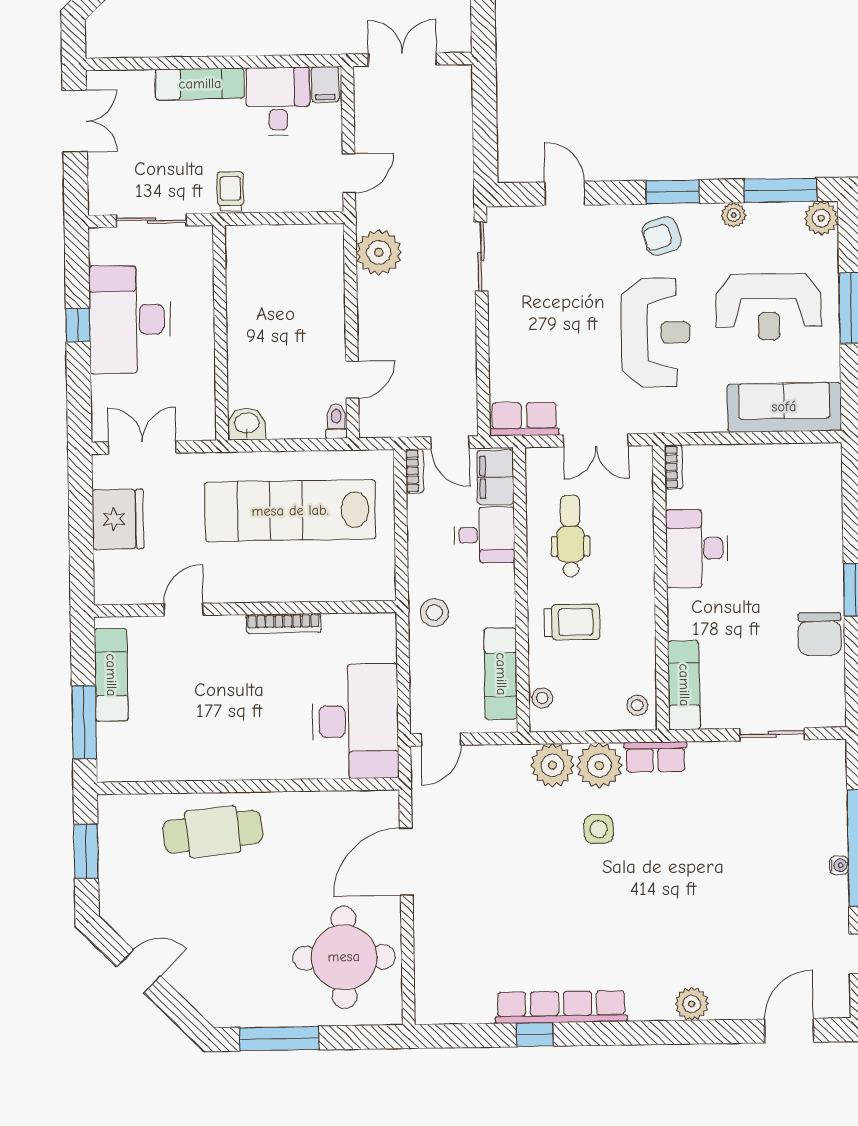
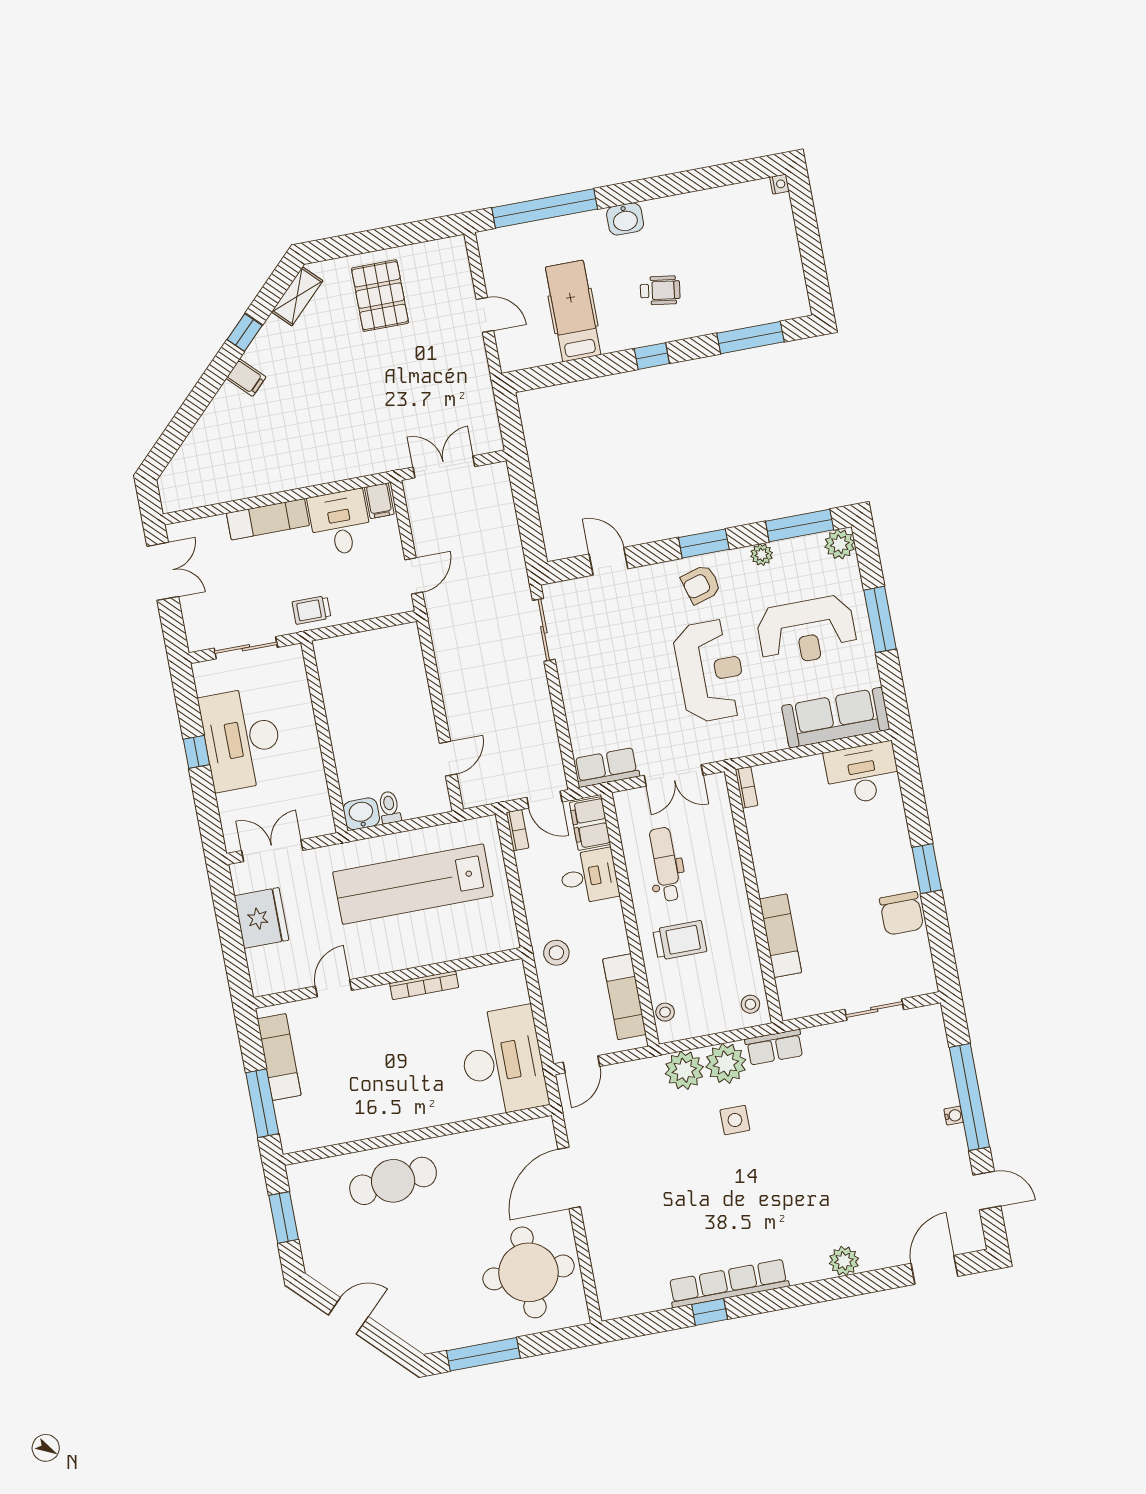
trolley: (230, 191) -> (311, 610), turned -90
plant: (379, 252) -> (452, 642), removed
toilet: (336, 421) -> (389, 807), moved
desk: (697, 548) -> (862, 774), moved, turned 90
exam couch: (684, 685) -> (780, 936), moved

